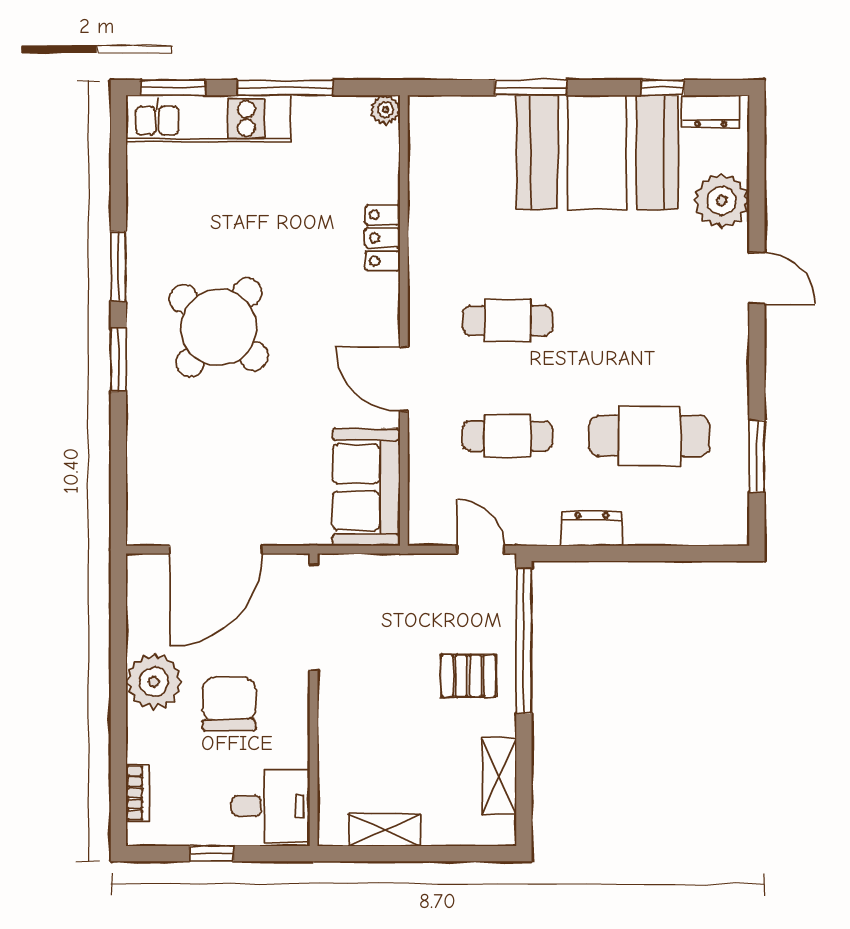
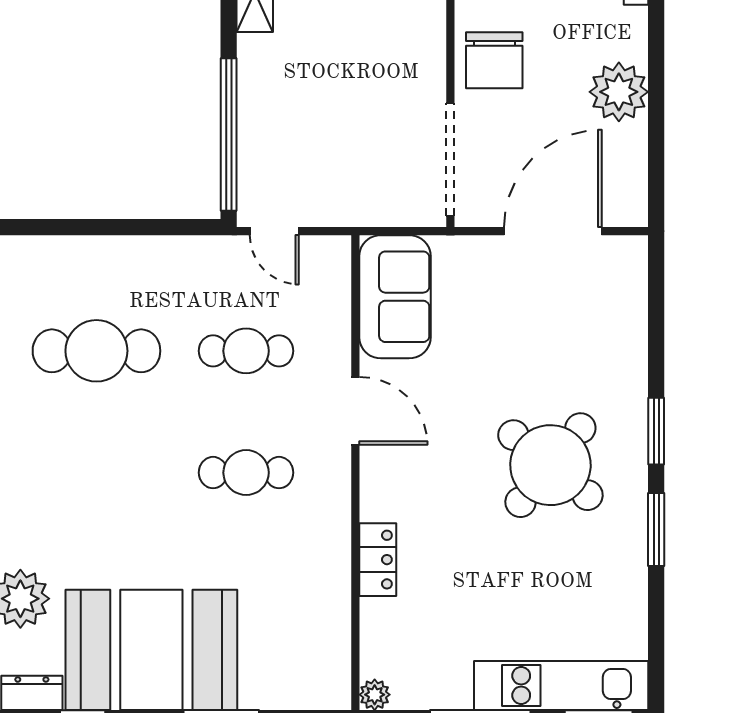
dresser: (592, 529) -> (157, 253), removed
pallet: (468, 676) -> (287, 98), removed
chair: (229, 704) -> (494, 60), moved

